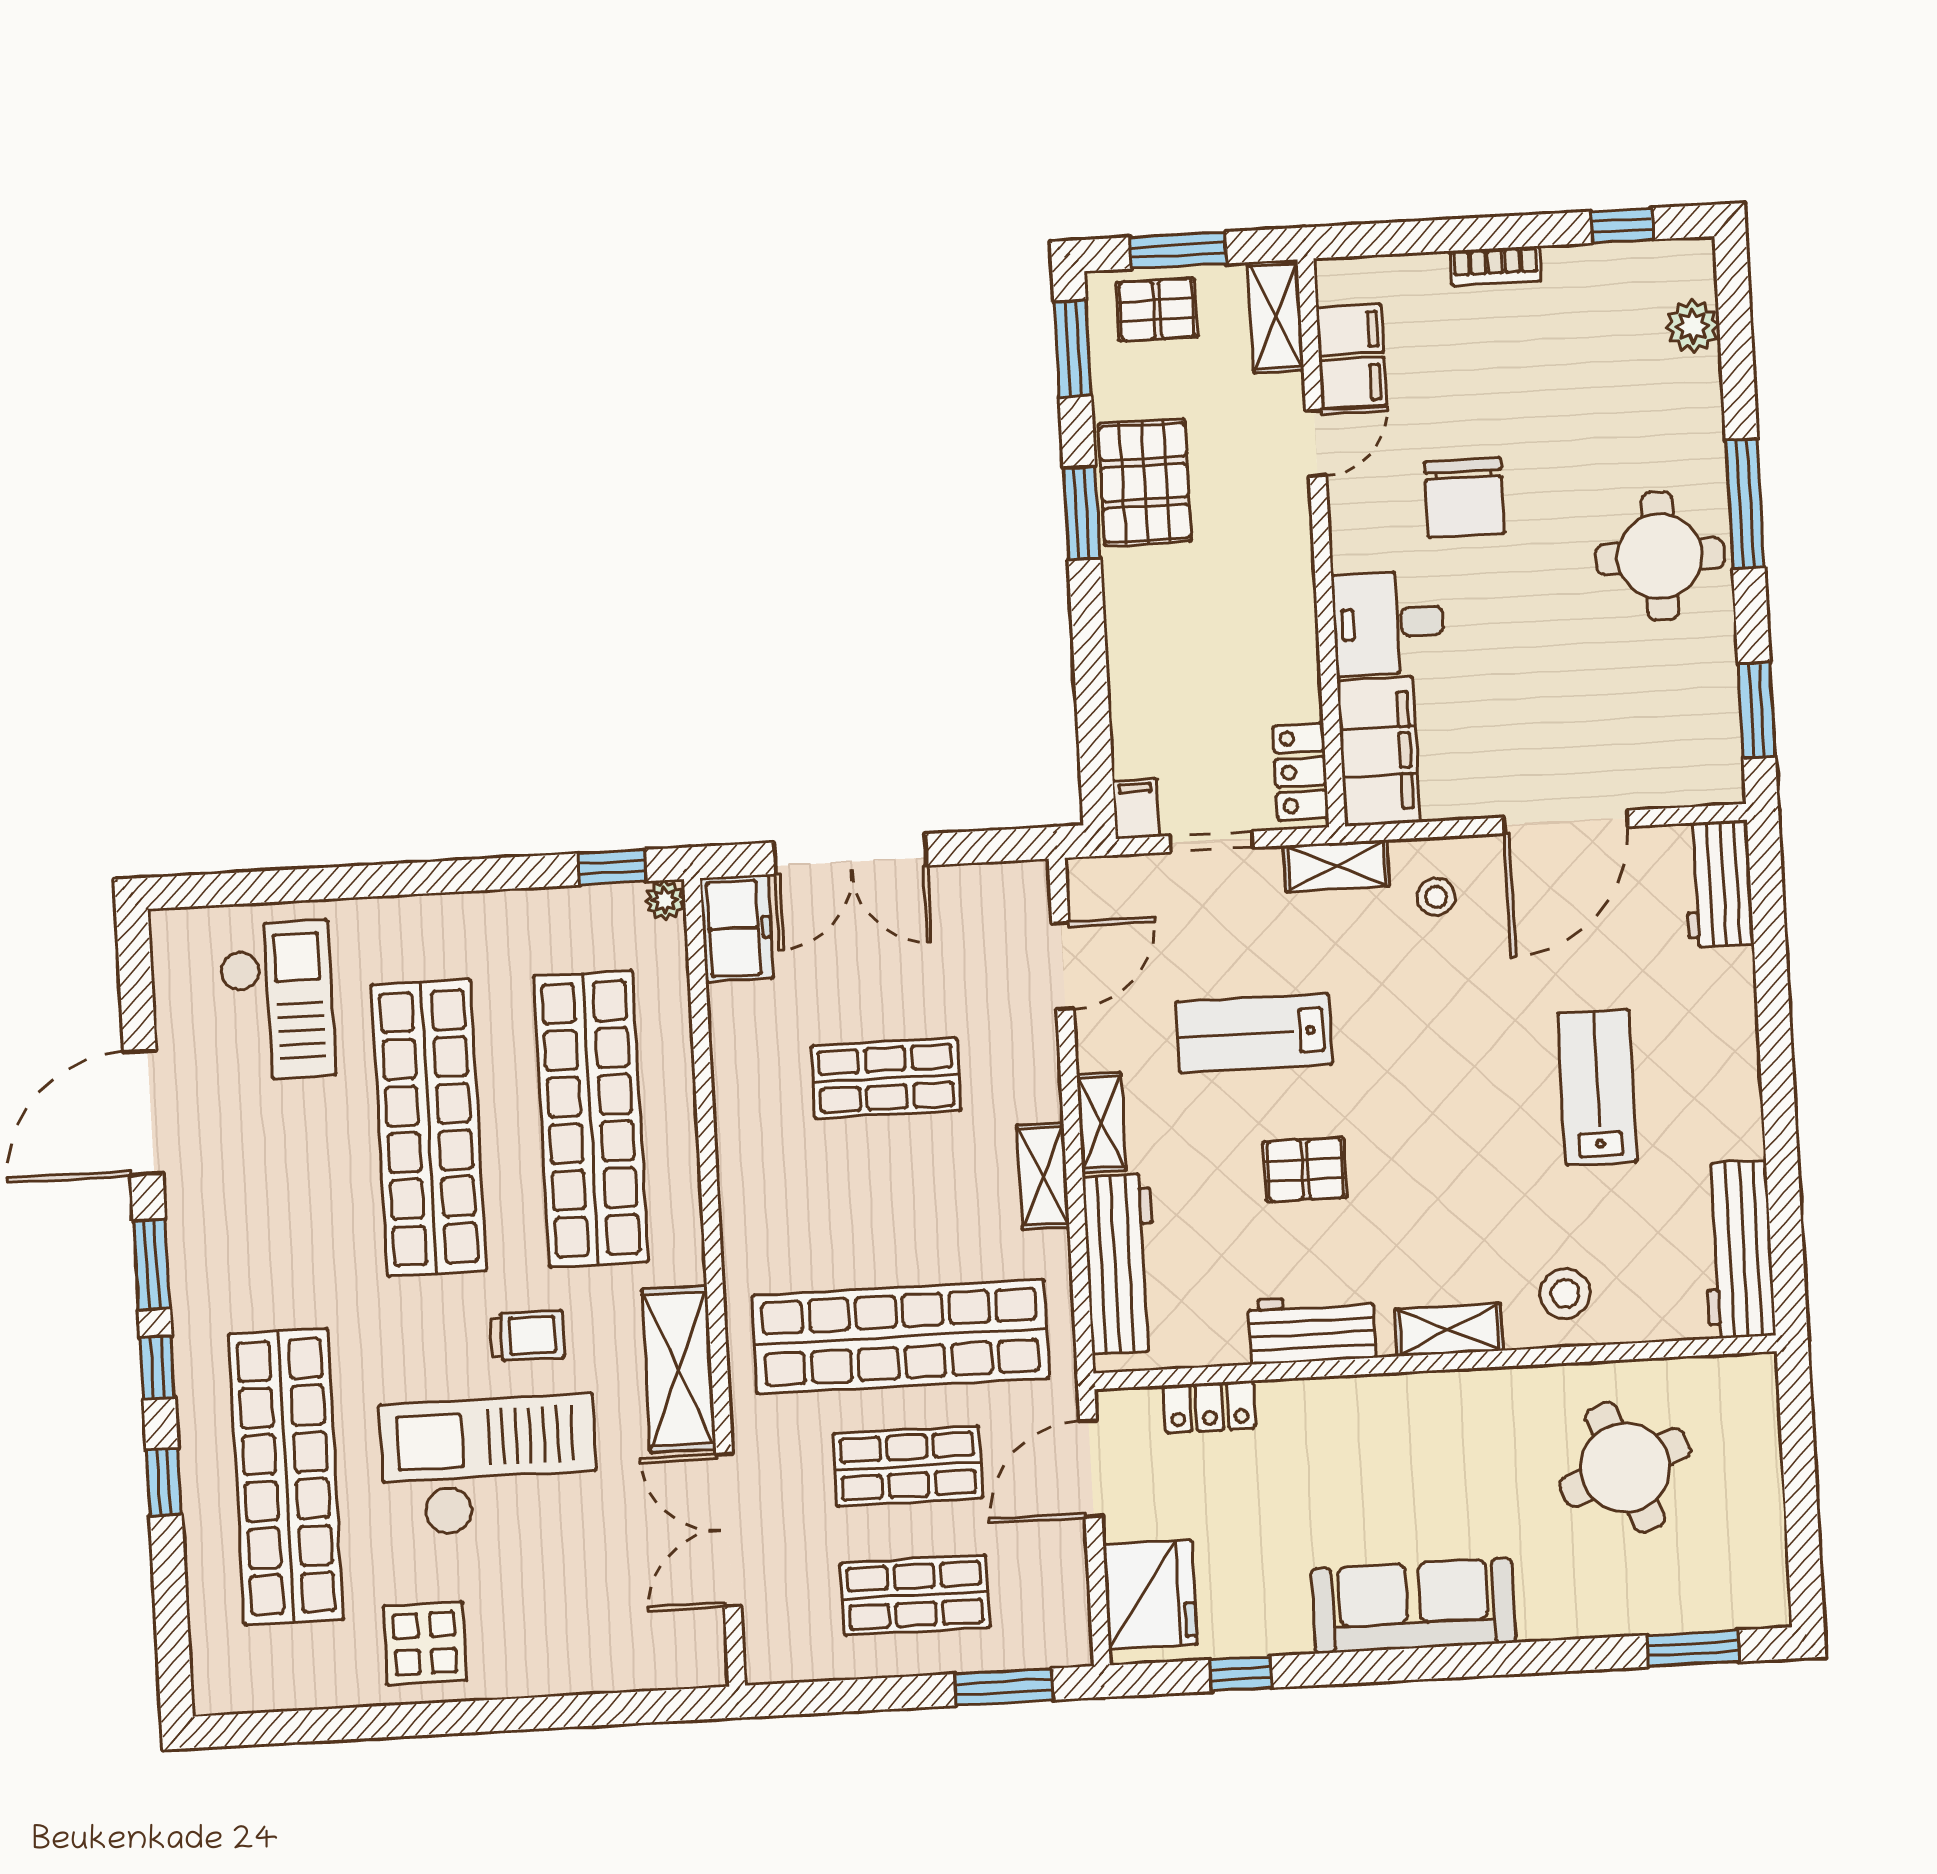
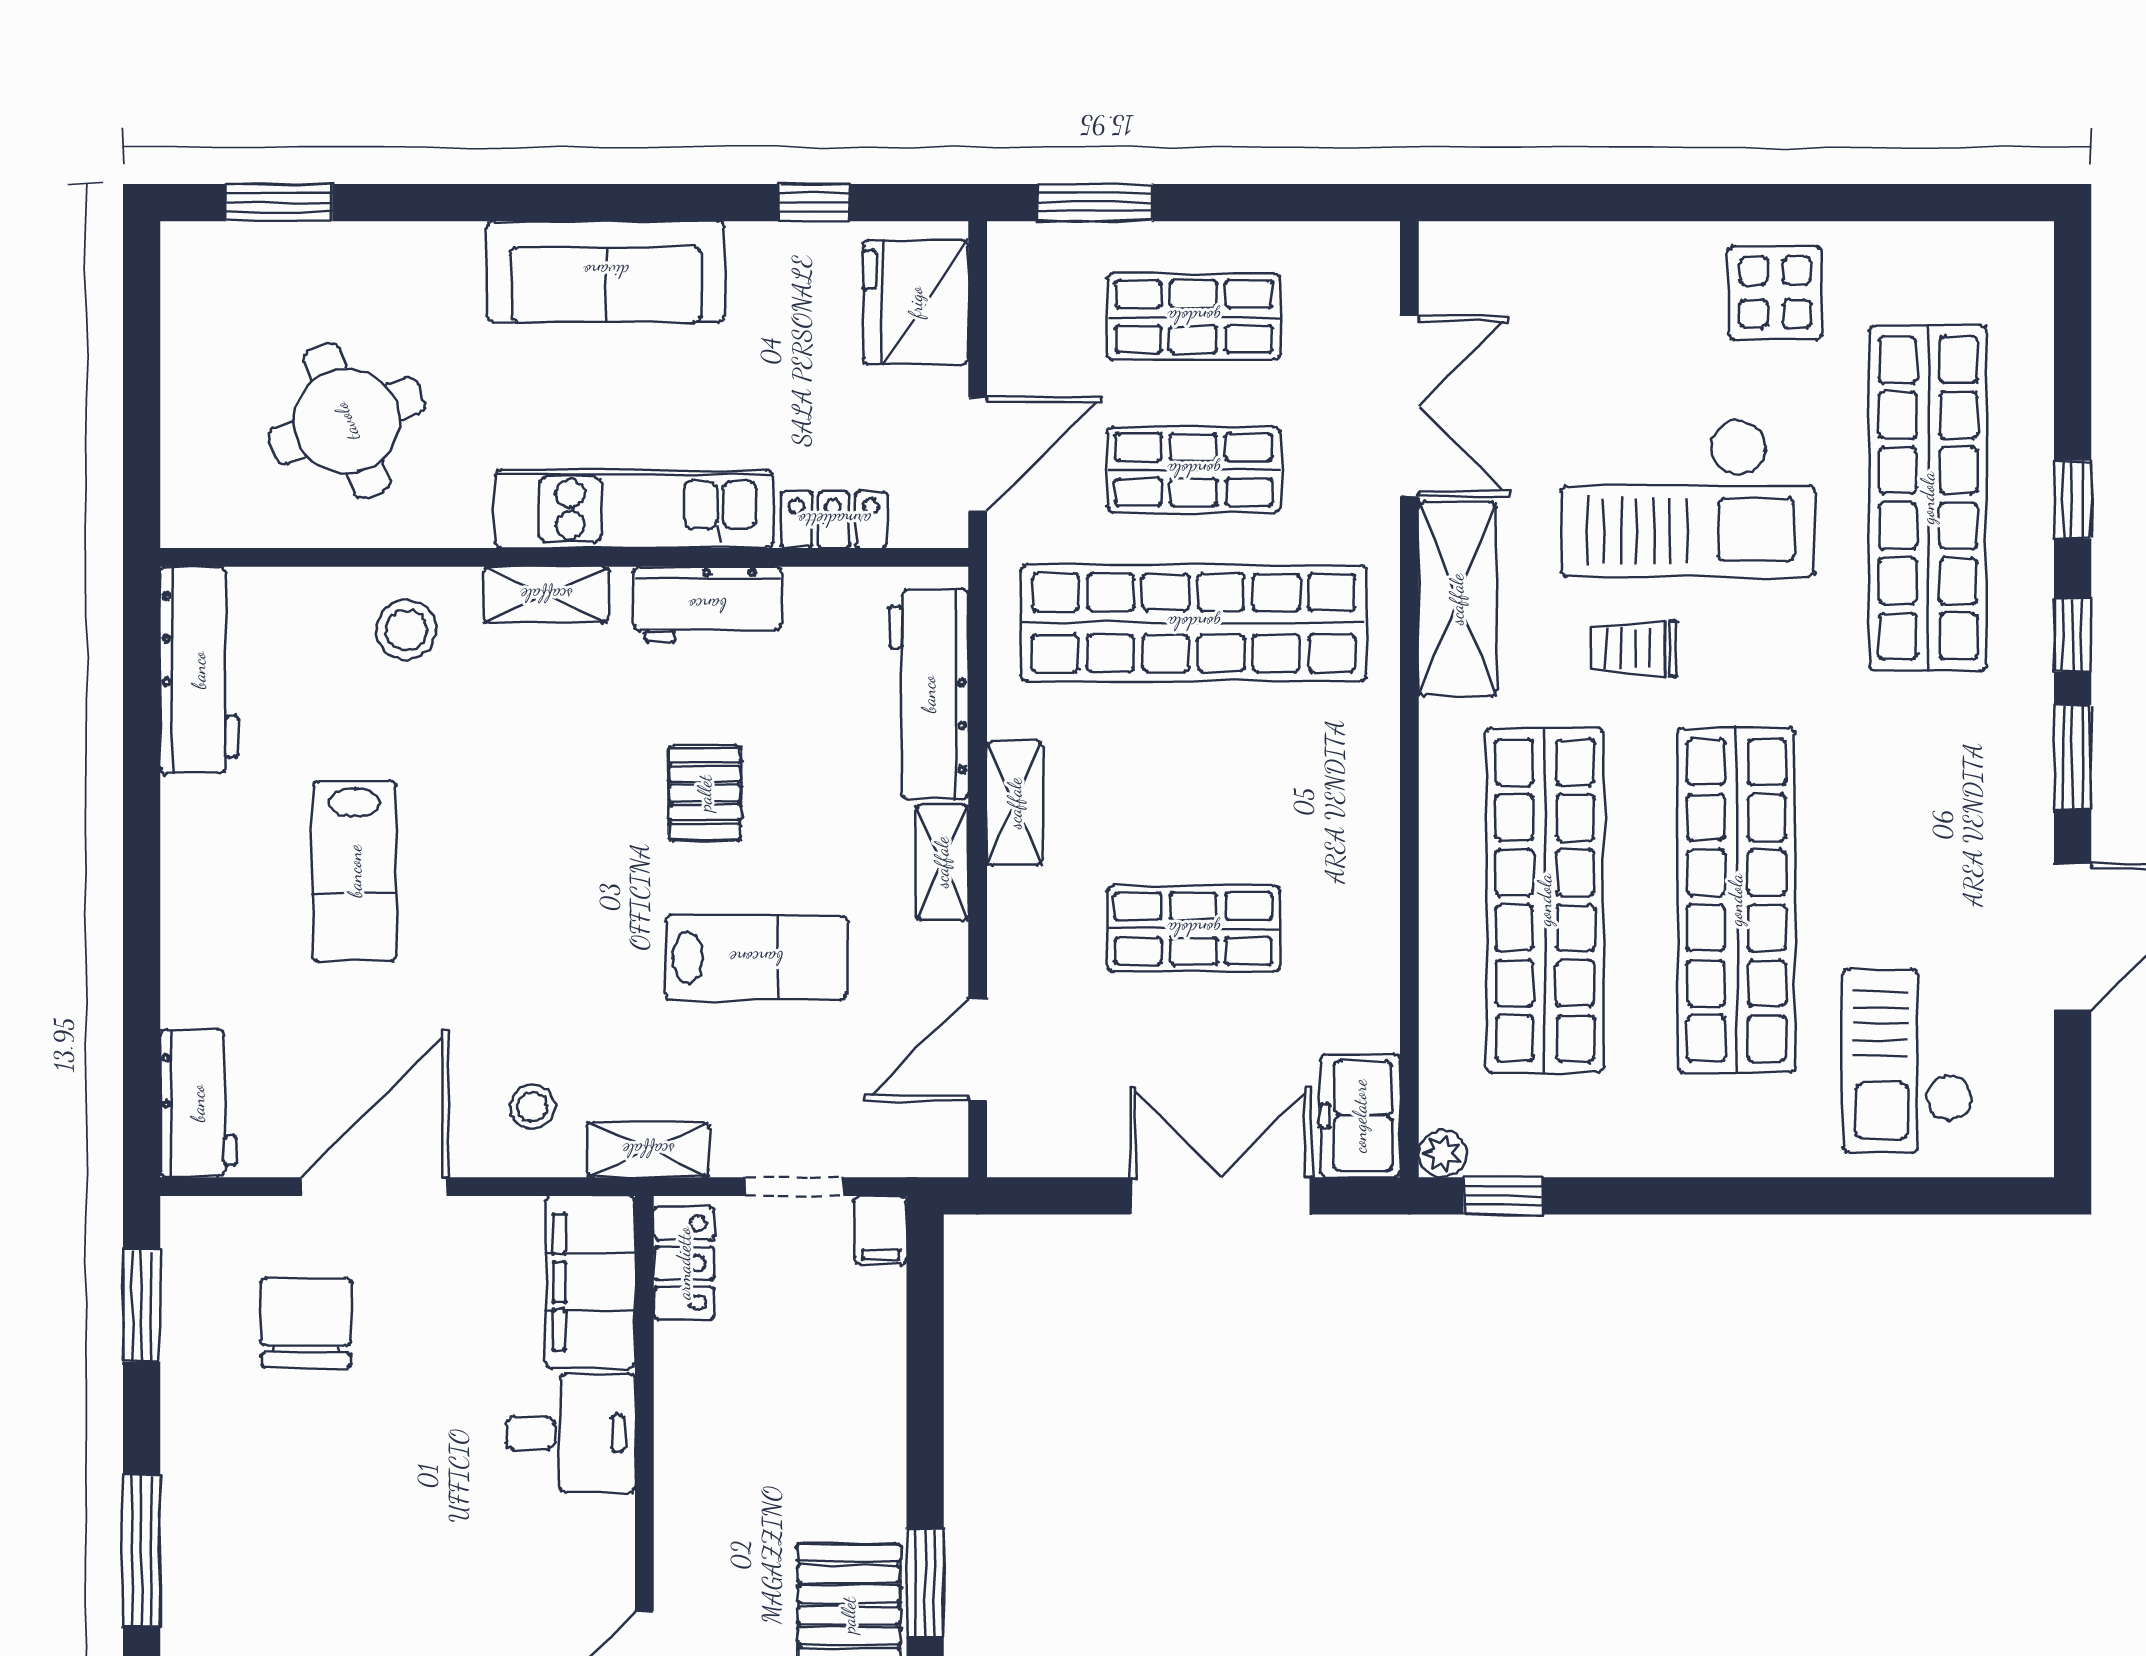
chair: (1464, 498) -> (306, 1323), moved
round table: (1660, 556) -> (246, 1494), removed
pallet: (1305, 1170) -> (705, 793), turned 90
kitchen unit: (1378, 1406) -> (634, 509), added

